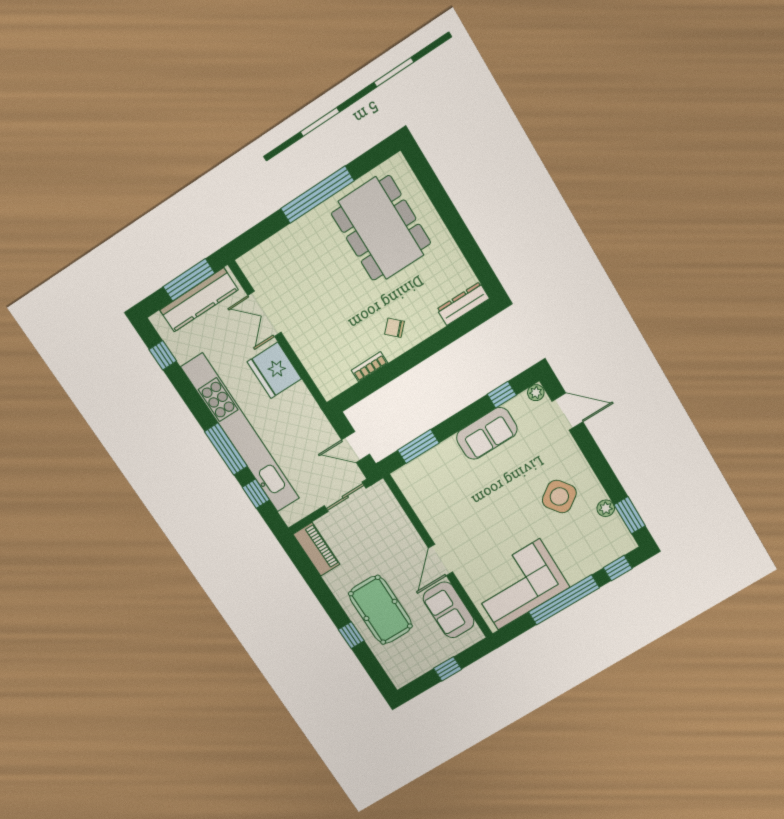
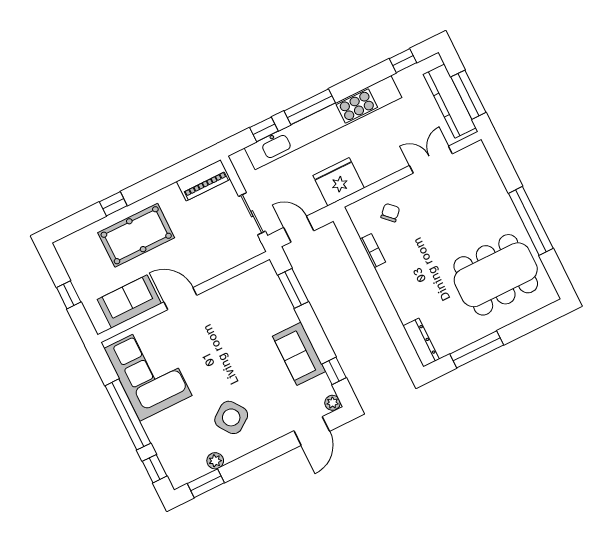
window: (465, 241) -> (477, 349), added
chair: (394, 328) -> (390, 213), moved
fridge: (274, 370) -> (339, 182), moved
door: (356, 447) -> (299, 229), hinge flipped

